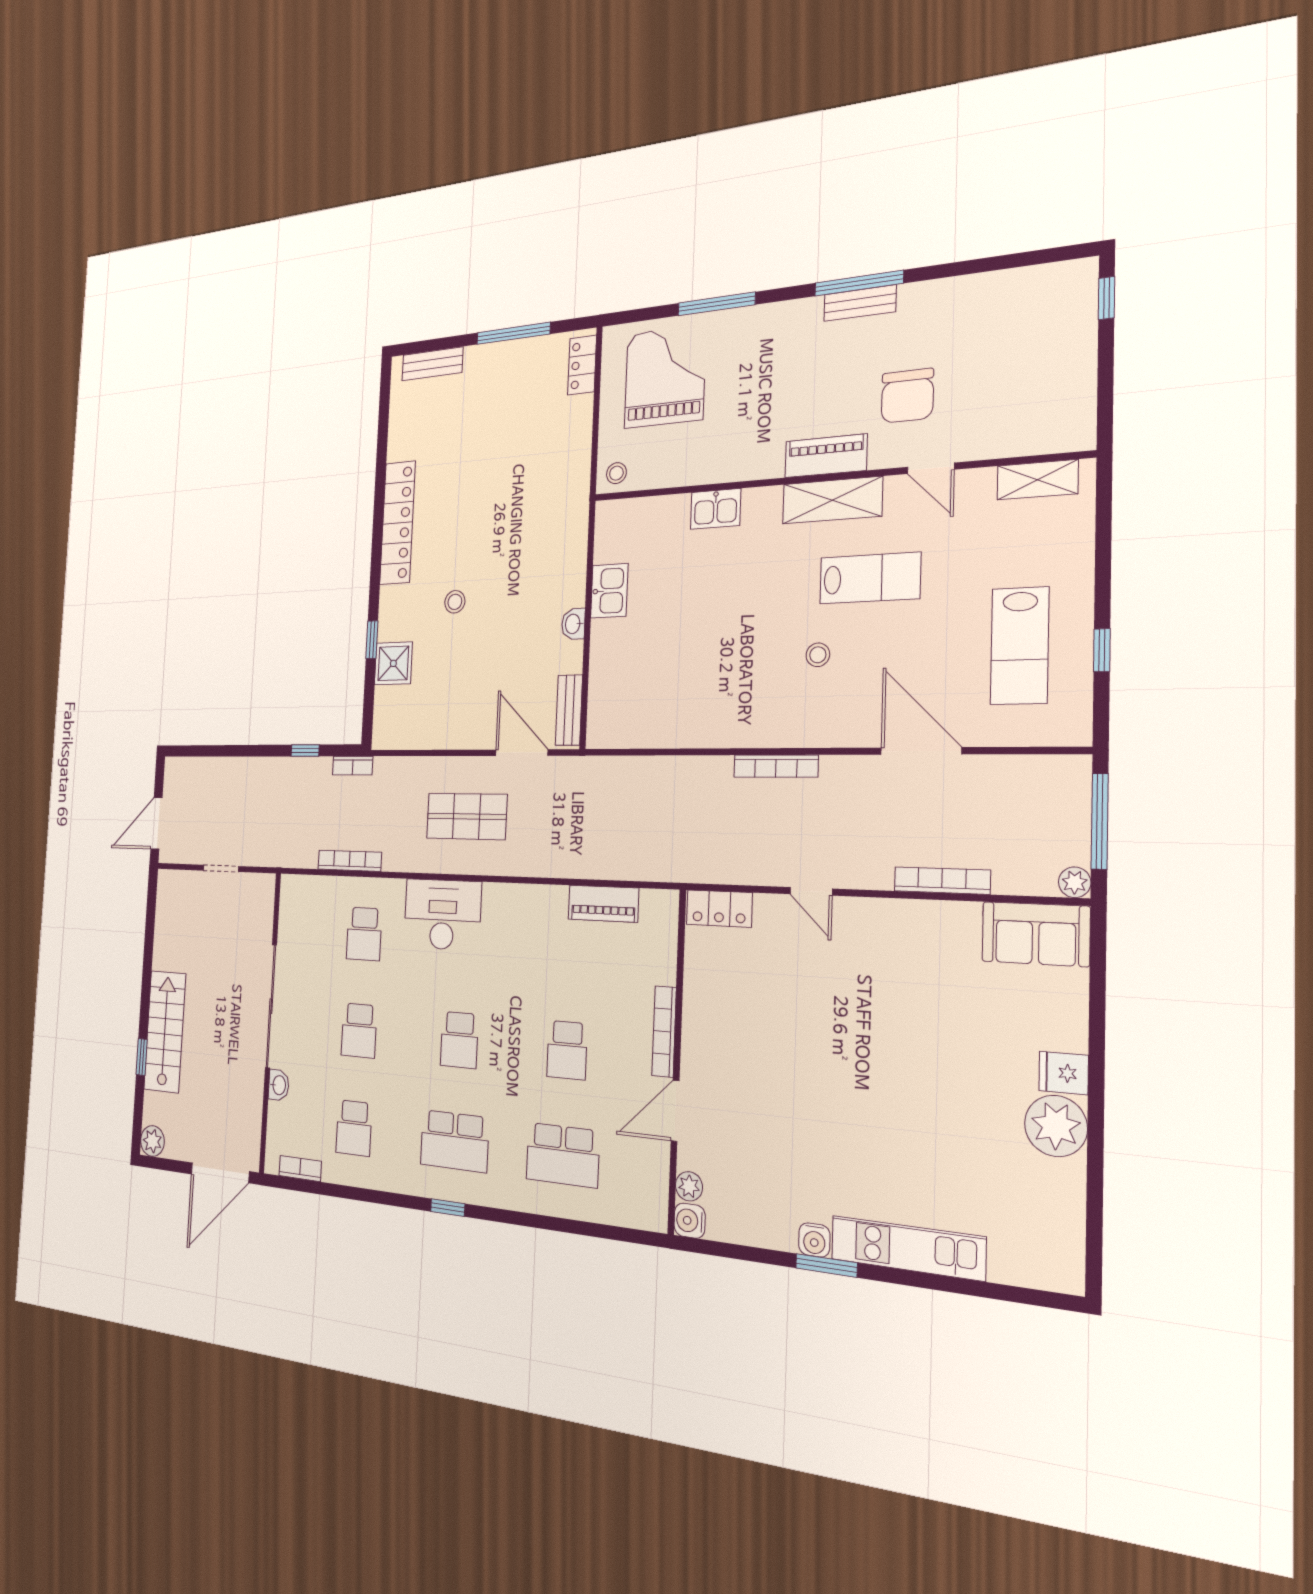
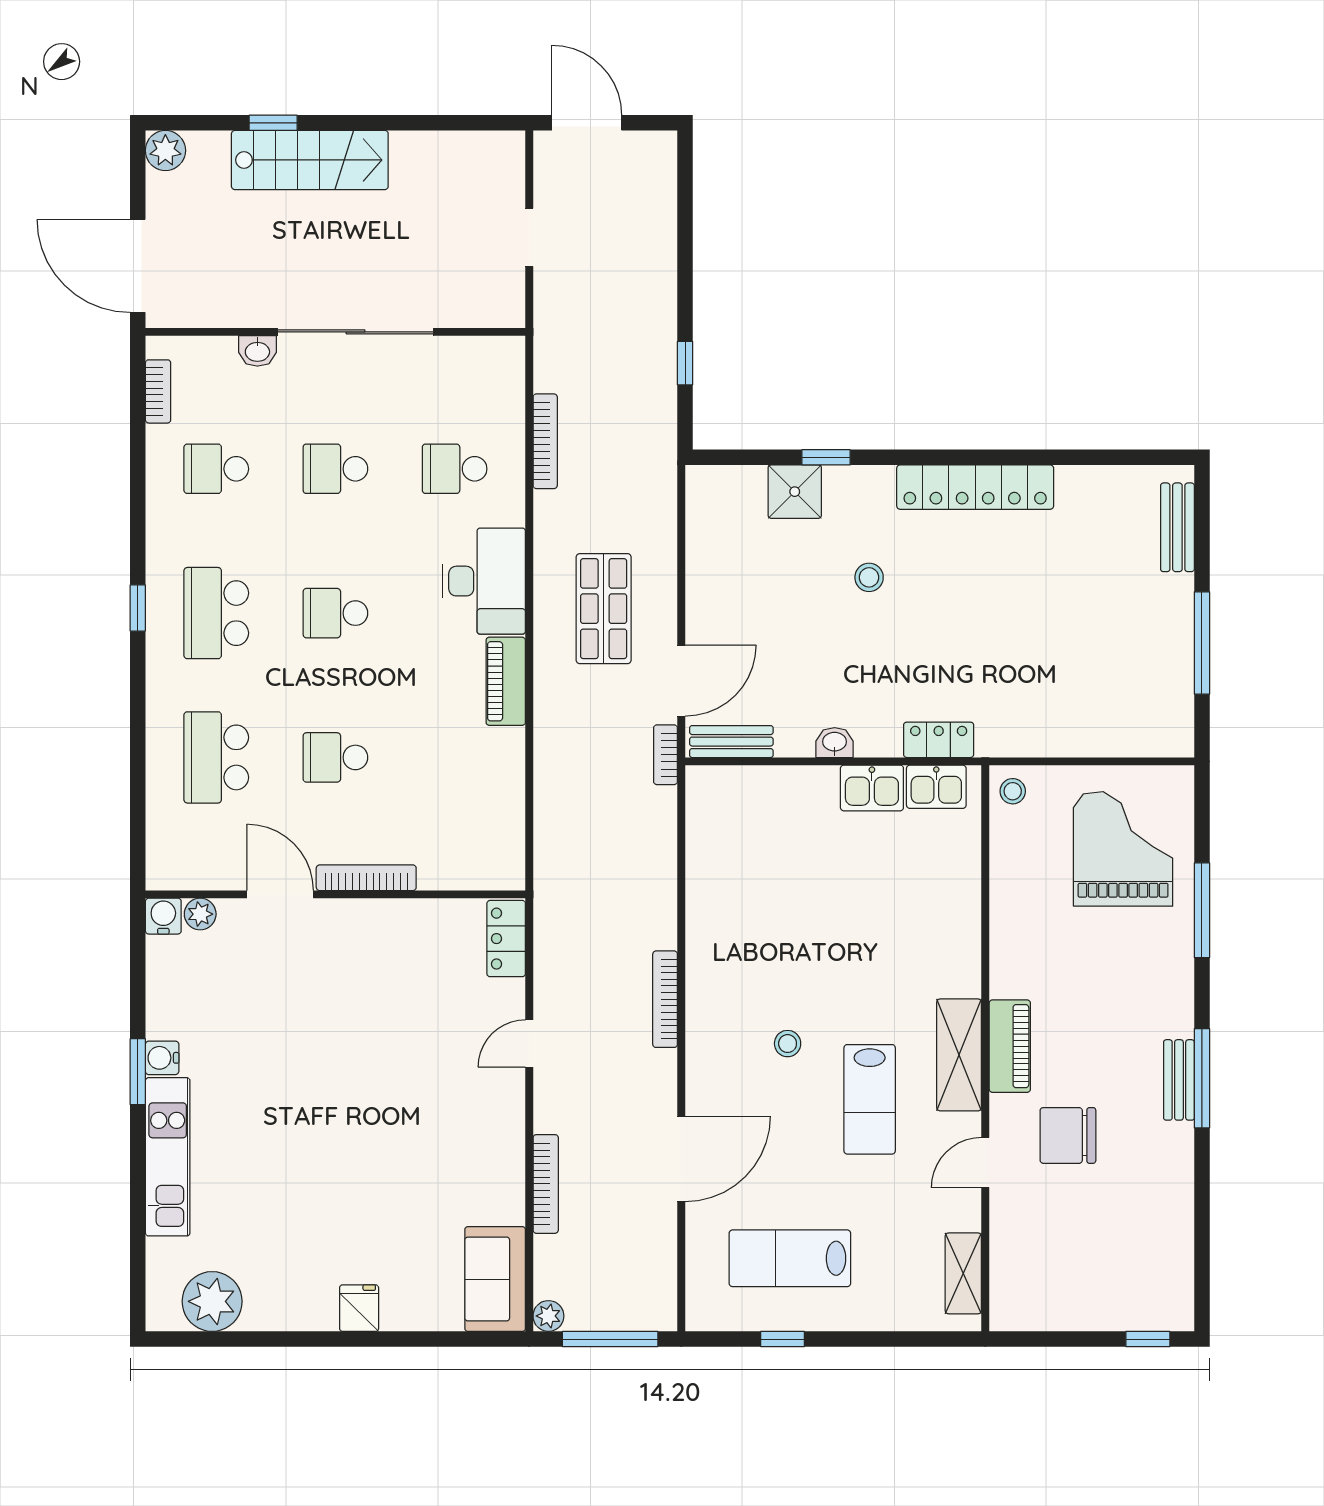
locker: (582, 365) -> (939, 740), moved
grand piano: (665, 376) -> (1123, 849), turned -90
kitchen sink: (716, 509) -> (936, 787), moved, turned -90
bookcase: (353, 766) -> (665, 755), moved
piano: (603, 904) -> (506, 681), moved
plant: (1056, 1126) -> (212, 1301), moved

